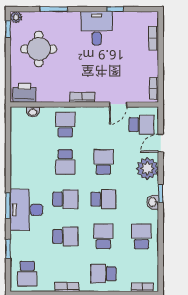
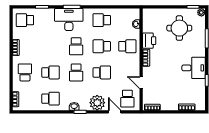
printer: (24, 93) -> (149, 41), moved
school desk: (65, 236) -> (102, 20), moved, turned 90

